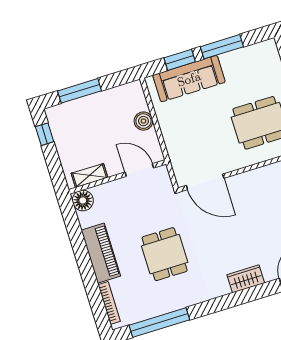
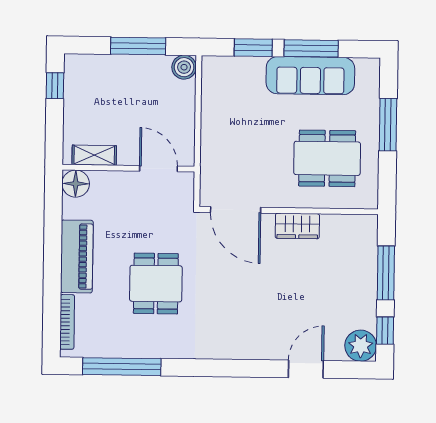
sofa: (189, 79) -> (310, 76), moved
window: (79, 91) -> (138, 46), moved
boiler: (143, 121) -> (184, 67), moved
wardrobe: (246, 279) -> (297, 226), moved, turned 180

